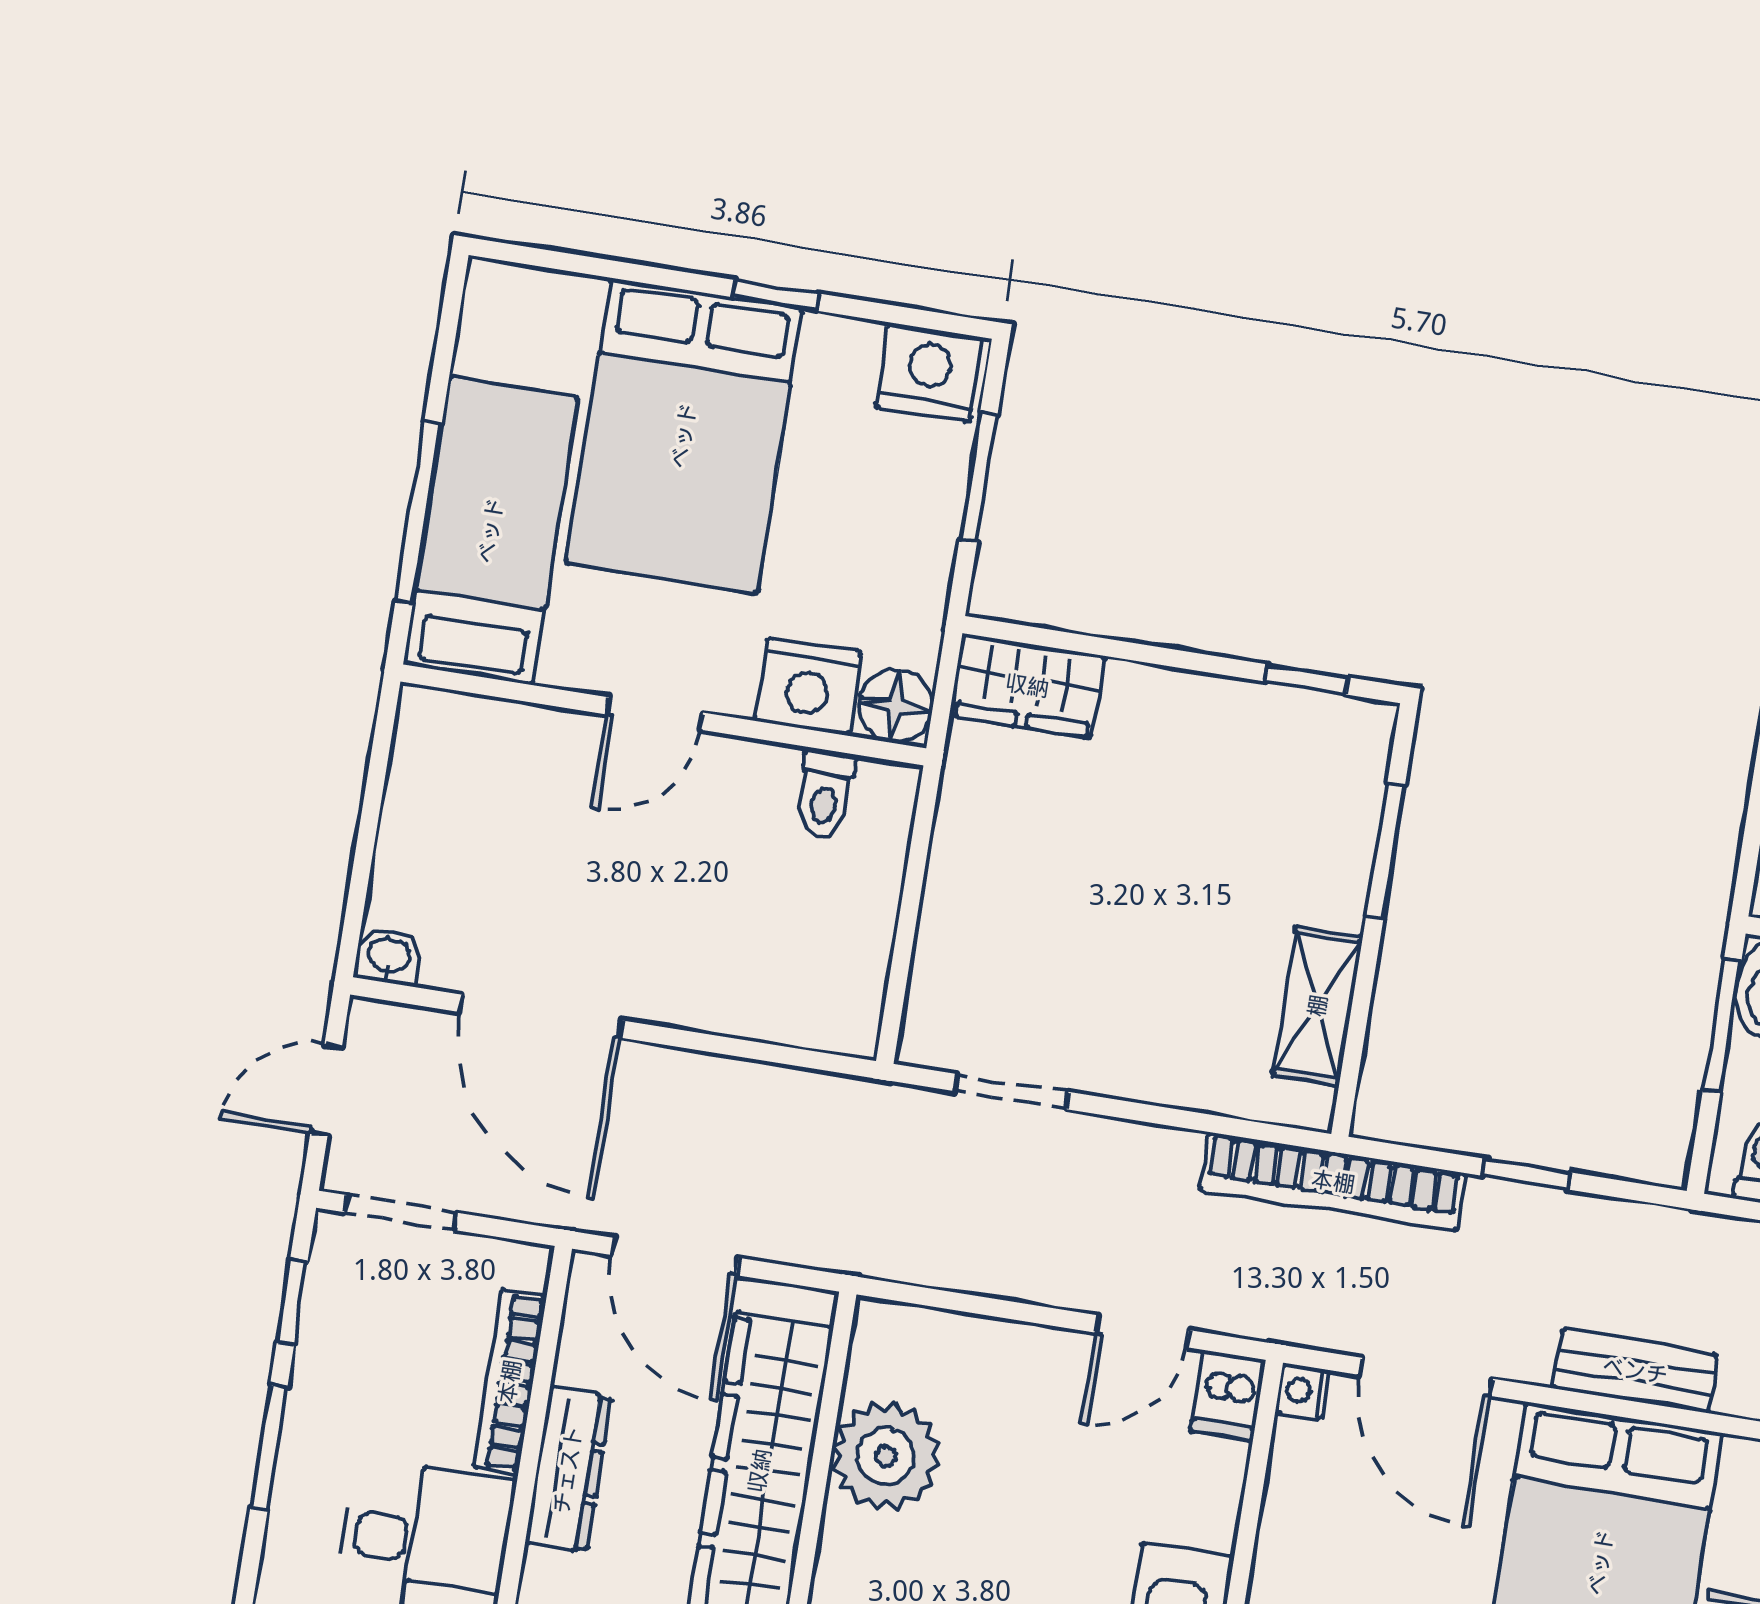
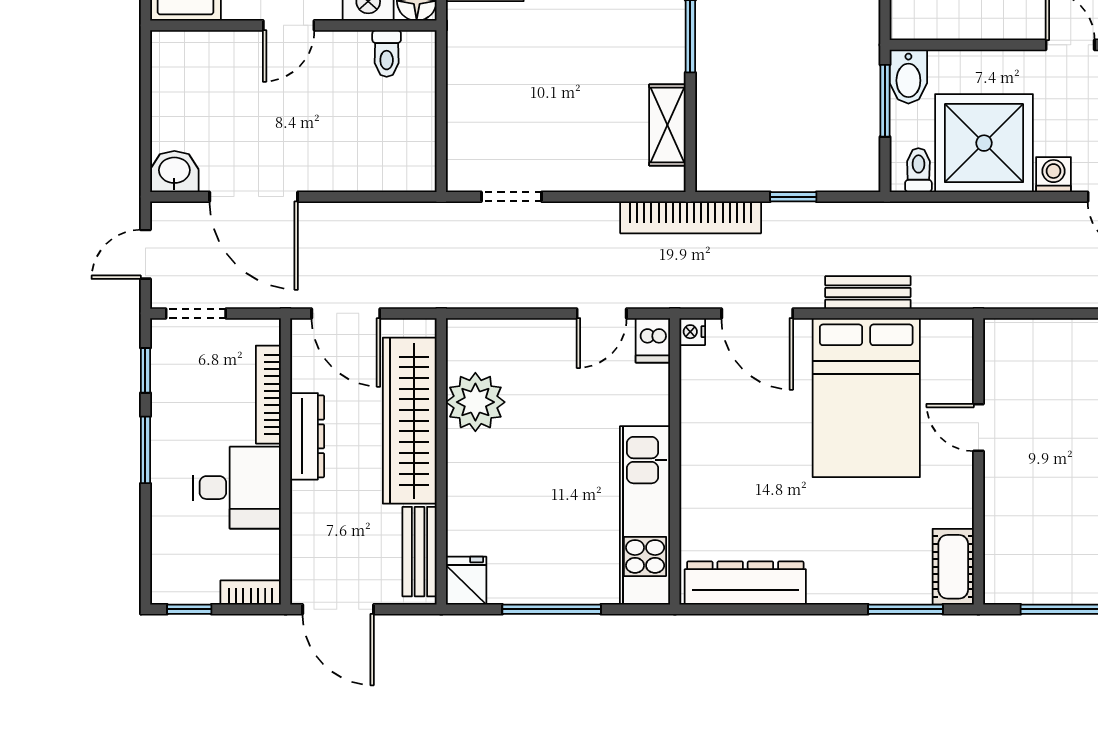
washbasin: (389, 957) -> (174, 171), width x1.38, depth x1.45

